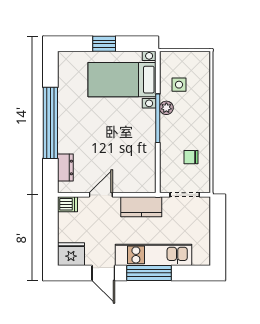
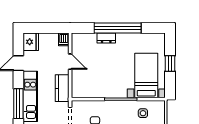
plant: (166, 108) -> (128, 105), removed
dresser: (65, 167) -> (106, 38), moved
window: (149, 273) -> (18, 104), moved

